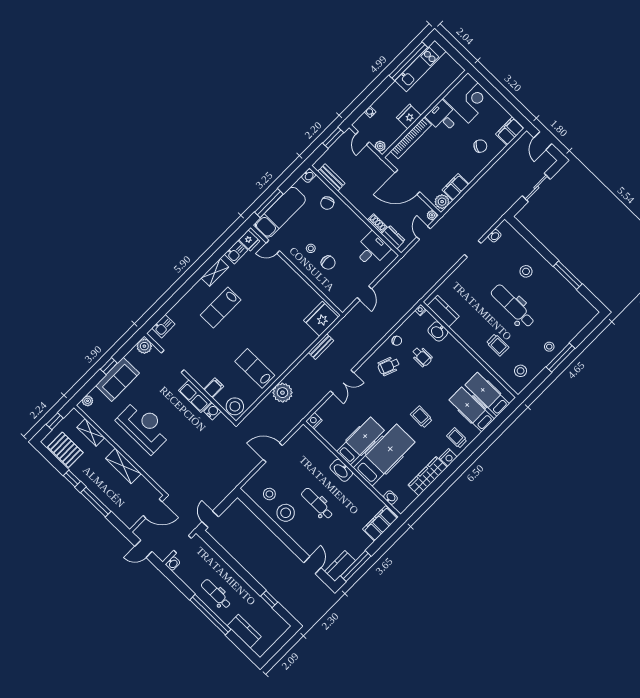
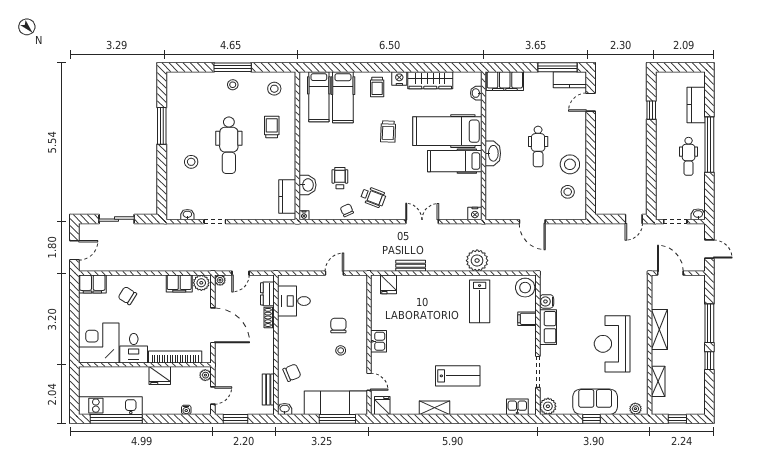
kitchen sink: (236, 252) -> (379, 341), moved, turned 90
fridge: (321, 319) -> (388, 284), width x0.53, depth x0.75
pallet: (65, 450) -> (692, 388), removed

